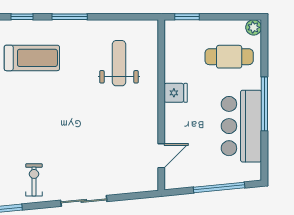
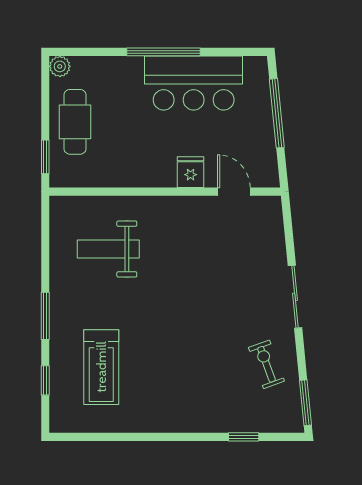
cafe table: (229, 57) -> (75, 122), moved
treadmill: (32, 58) -> (101, 367), turned 180
fridge: (176, 93) -> (191, 172), moved
exercise bike: (34, 180) -> (266, 364), turned 70

